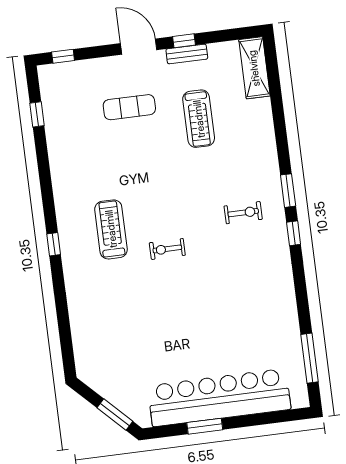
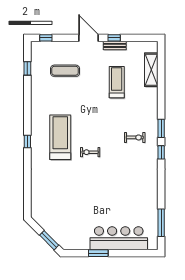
shelving: (254, 68) -> (151, 70), moved
exercise mat: (129, 107) -> (65, 71), moved
treadmill: (199, 119) -> (117, 82), turned 180
treadmill: (111, 229) -> (60, 137), width x1.37, depth x1.38
bar counter: (219, 397) -> (119, 238), width x0.73

